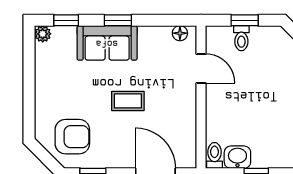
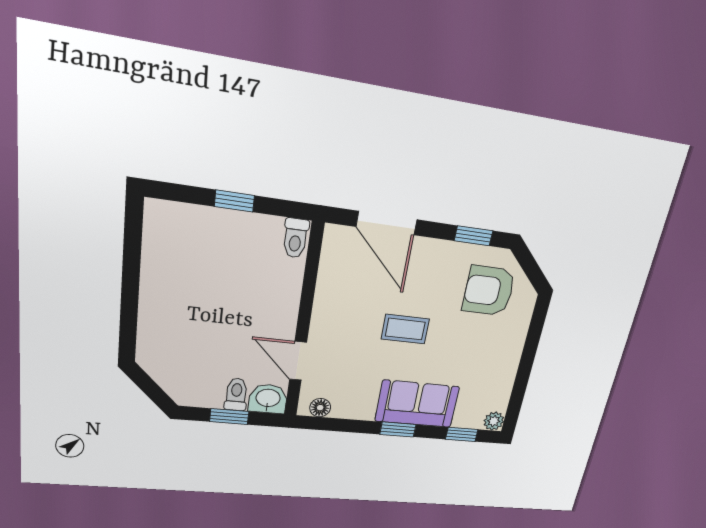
washbasin: (237, 157) -> (268, 399), moved, turned 180

